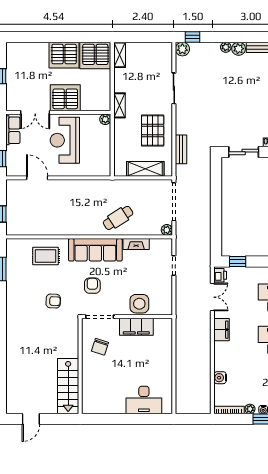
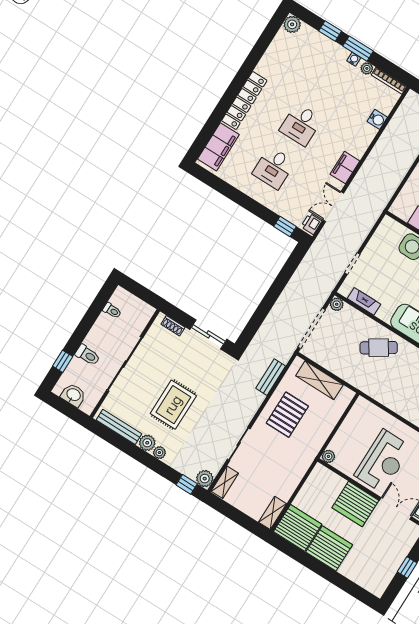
rug: (237, 87) -> (173, 405), added
shelving: (119, 105) -> (225, 482), moved
fireplace: (136, 244) -> (364, 301), moved

